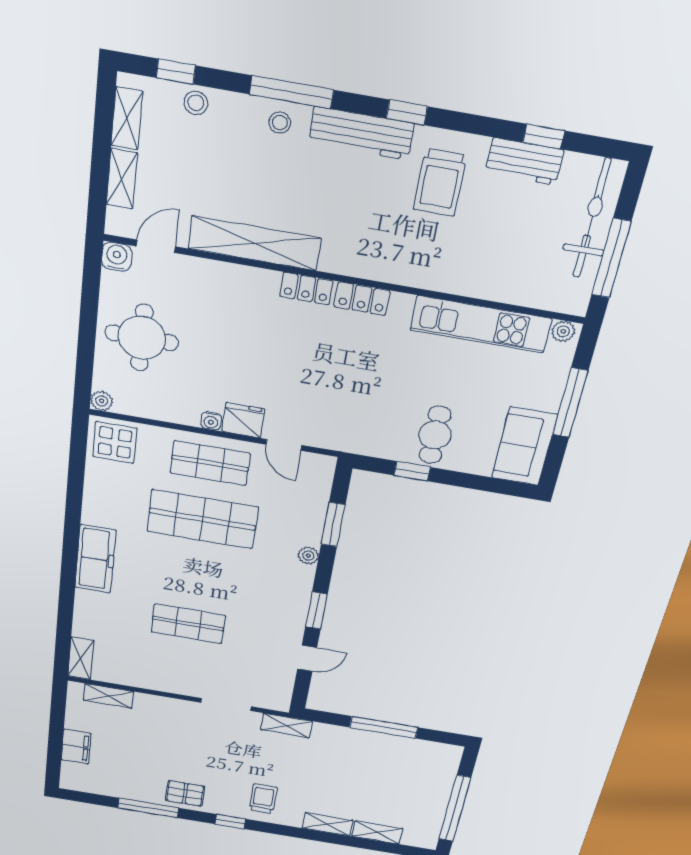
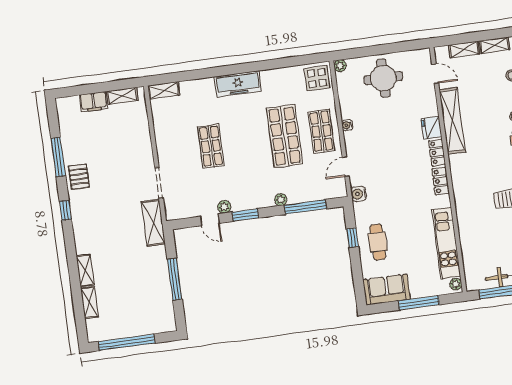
water cooler: (117, 257) -> (359, 194), moved, turned 180
fridge: (243, 420) -> (431, 128), moved, turned 180
cafe table: (435, 435) -> (378, 242), turned 90
window: (333, 524) -> (305, 207), width x1.44
plant: (293, 634) -> (224, 207), added
shelving: (109, 696) -> (122, 96), moved, turned 90
shelving: (286, 726) -> (153, 223), width x1.50, depth x1.33
trolley: (263, 799) -> (92, 225), removed

